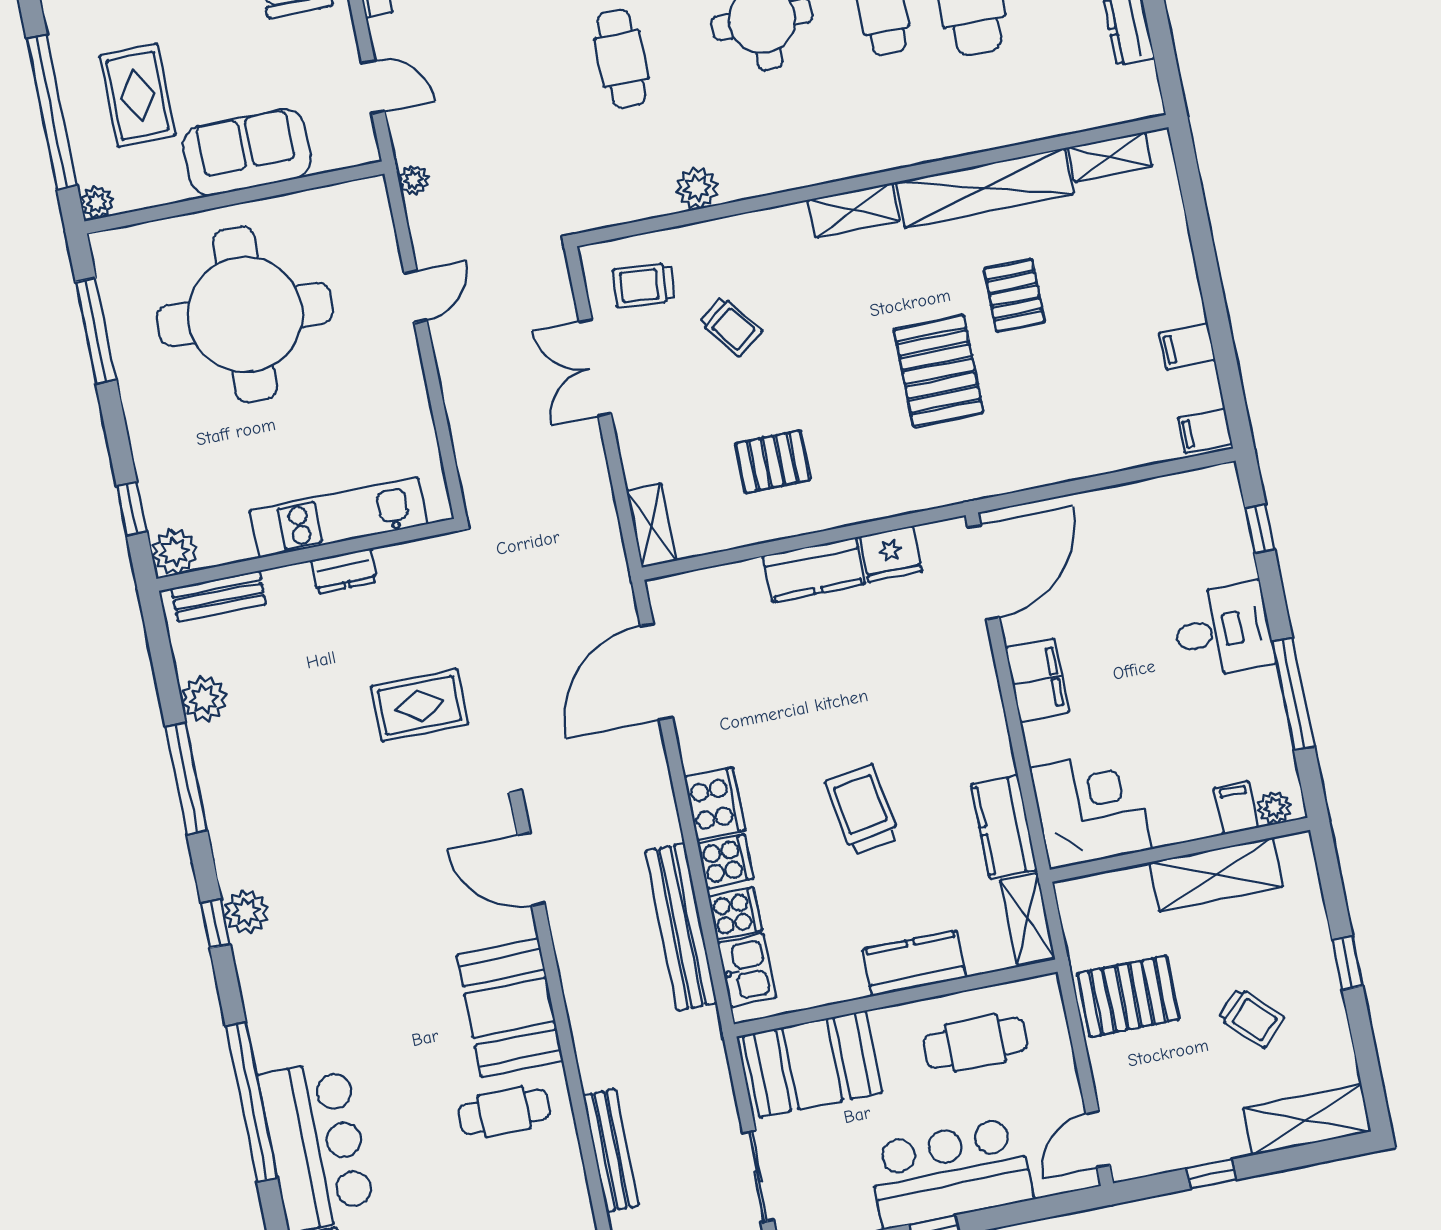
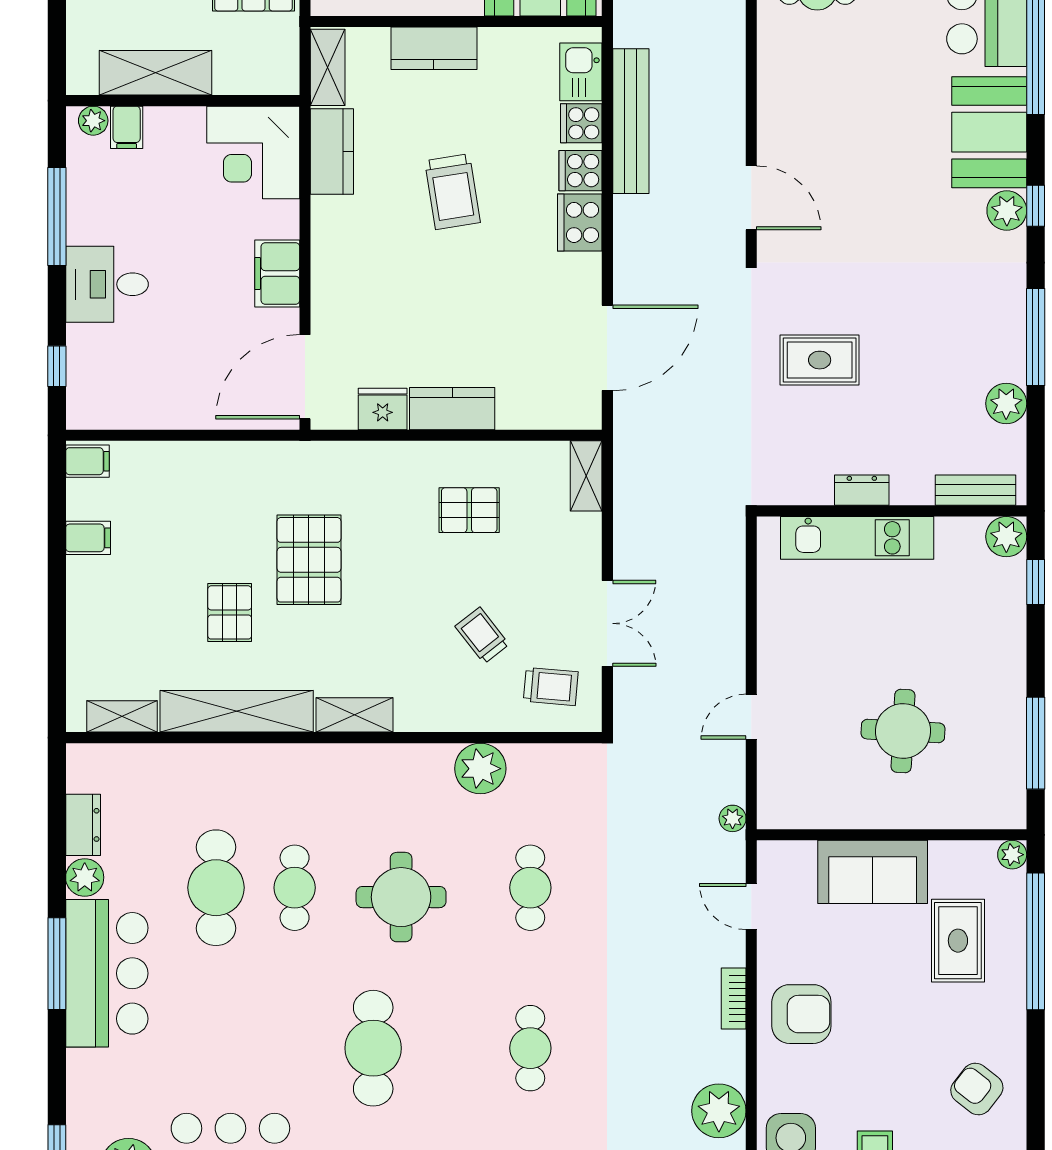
plant: (697, 188) -> (480, 769), width x1.36, depth x1.36
round table: (245, 315) -> (903, 731), width x0.54, depth x0.54
booth: (510, 1008) -> (989, 132), moved

